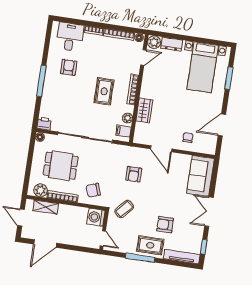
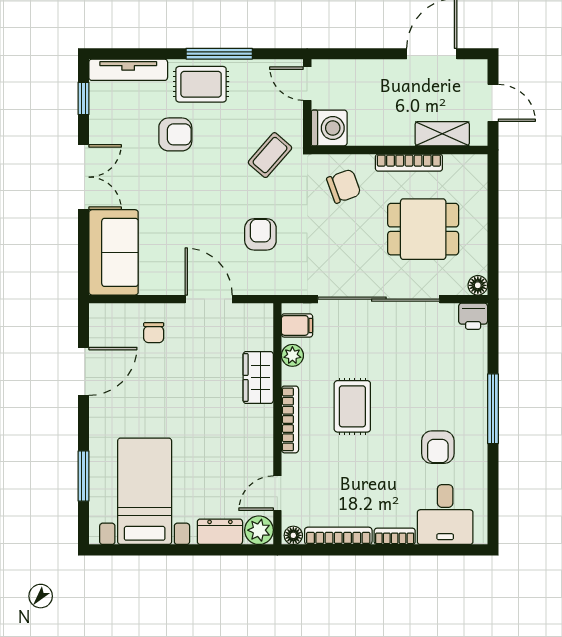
plant: (41, 190) -> (459, 169), removed

